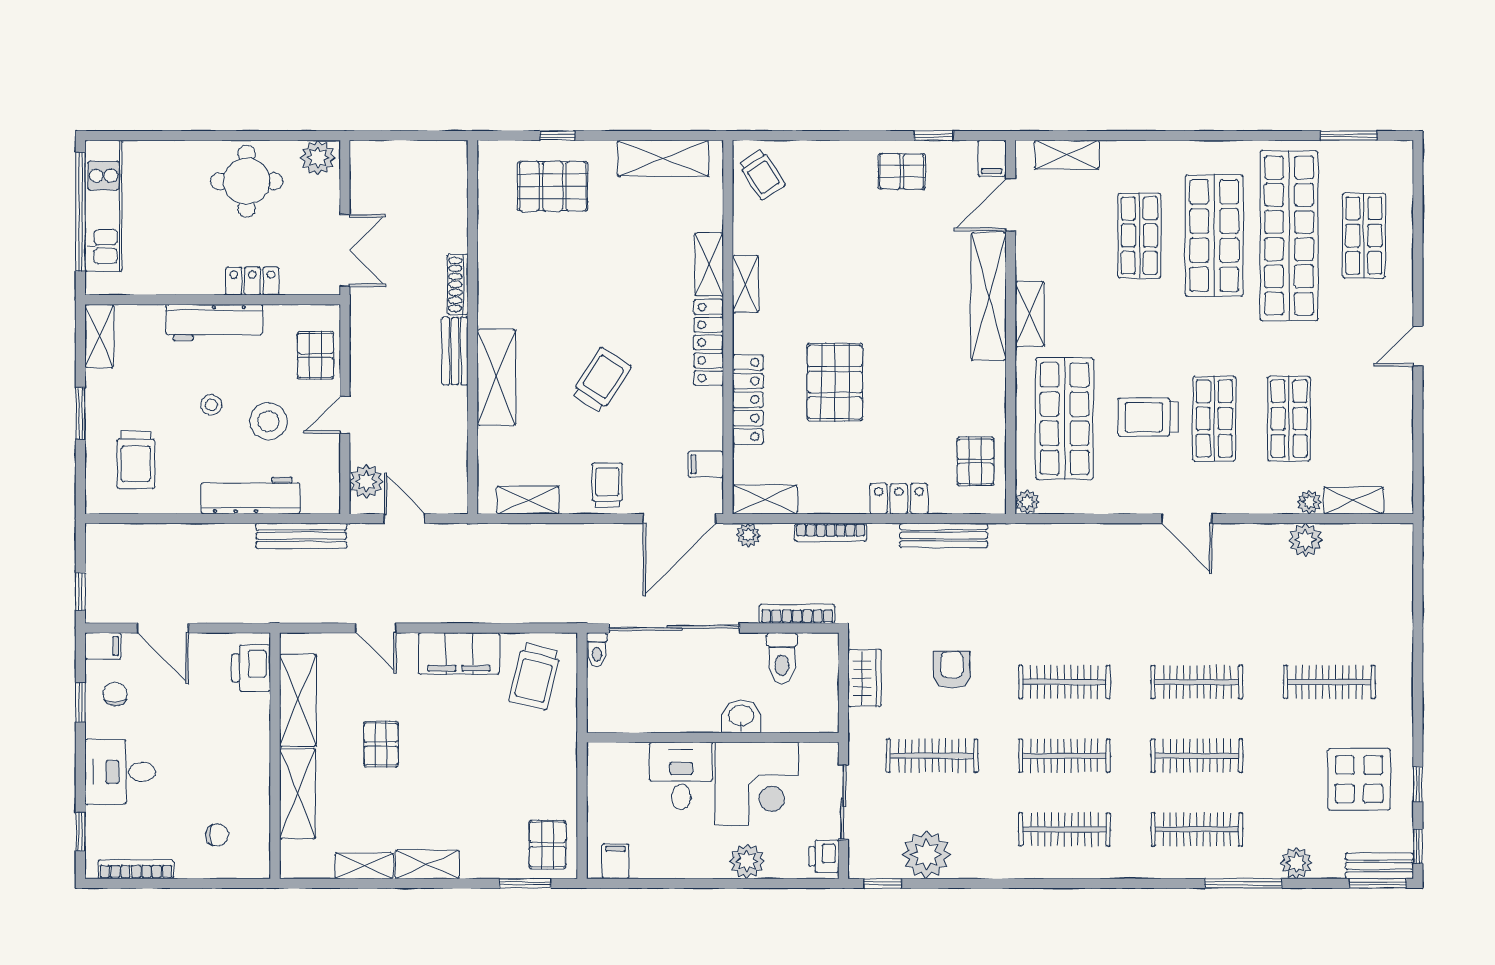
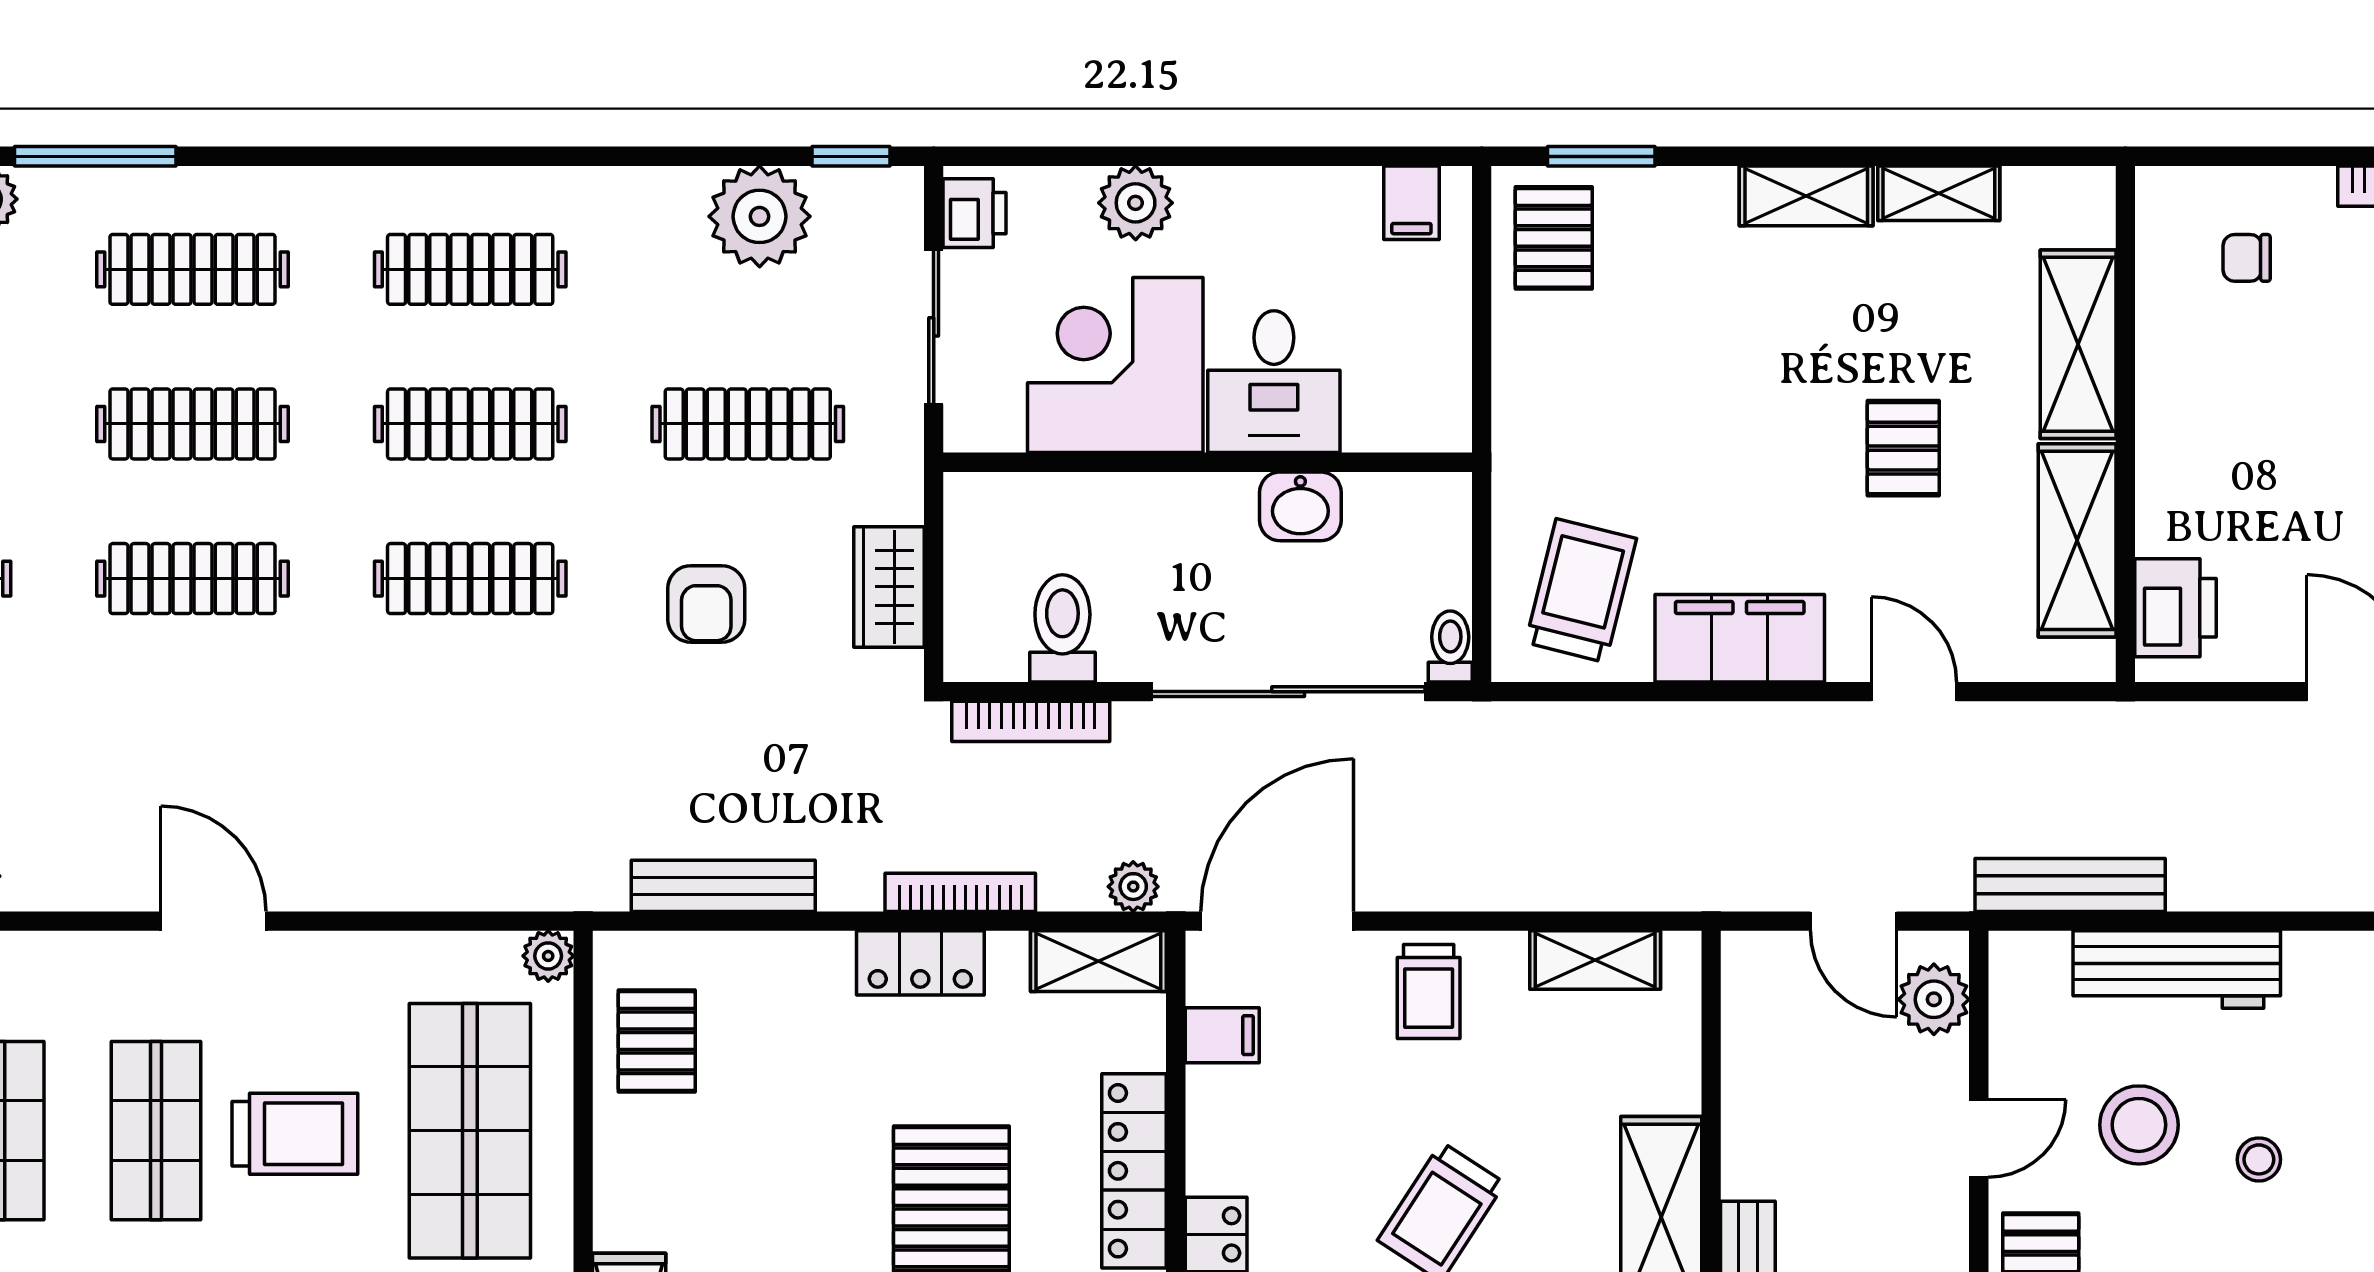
locker: (899, 499) -> (920, 963), moved
washbasin: (741, 716) -> (1300, 506), moved

